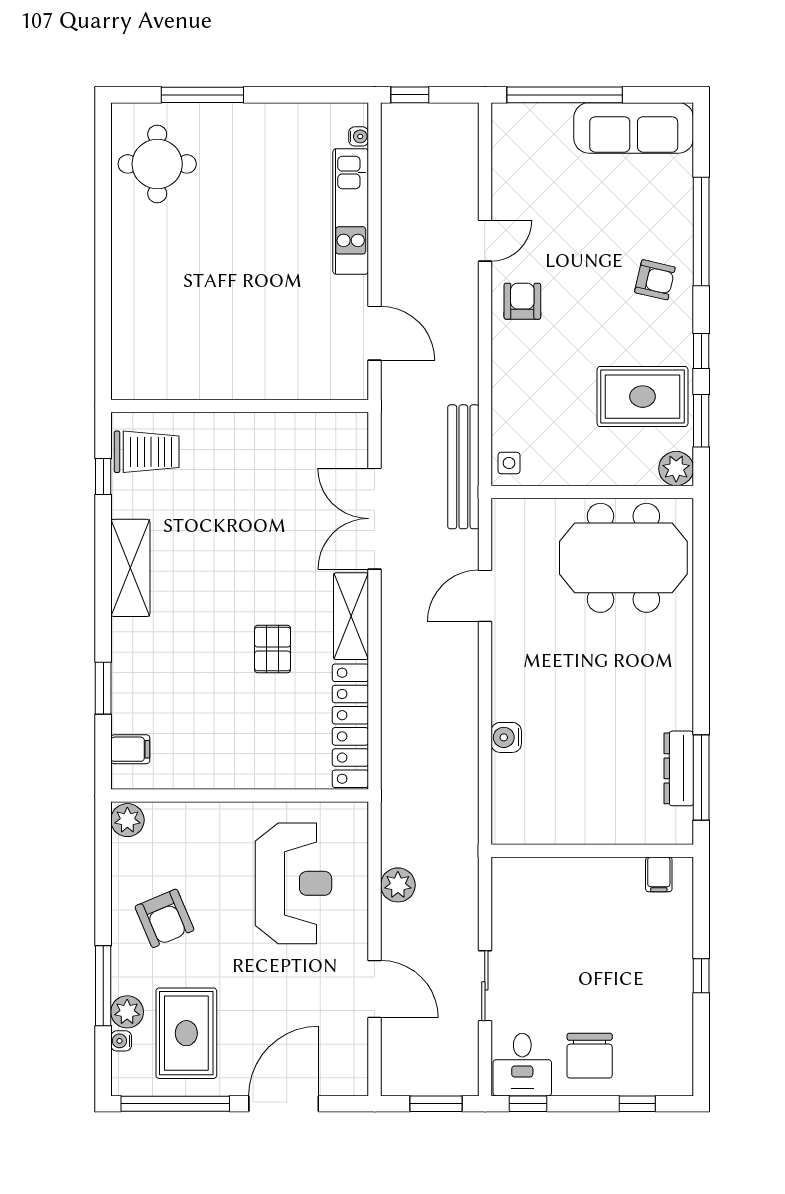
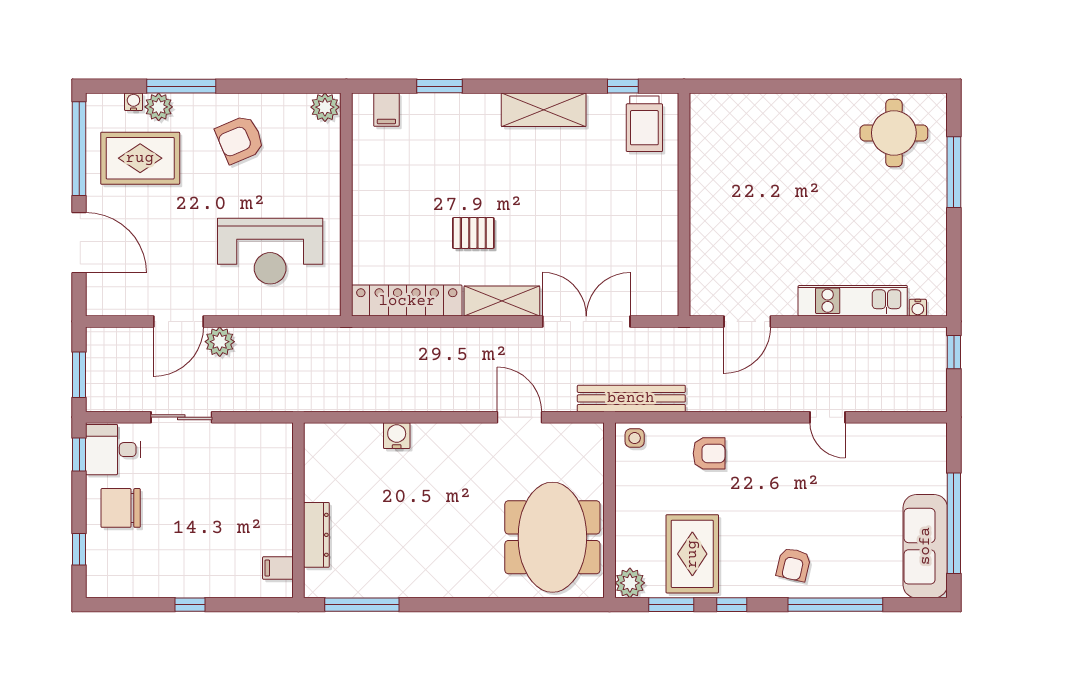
window: (565, 95) -> (954, 523), moved
armchair: (522, 301) -> (709, 453), moved
dresser: (679, 768) -> (316, 535), moved, turned 90
plant: (398, 885) -> (220, 342), moved

